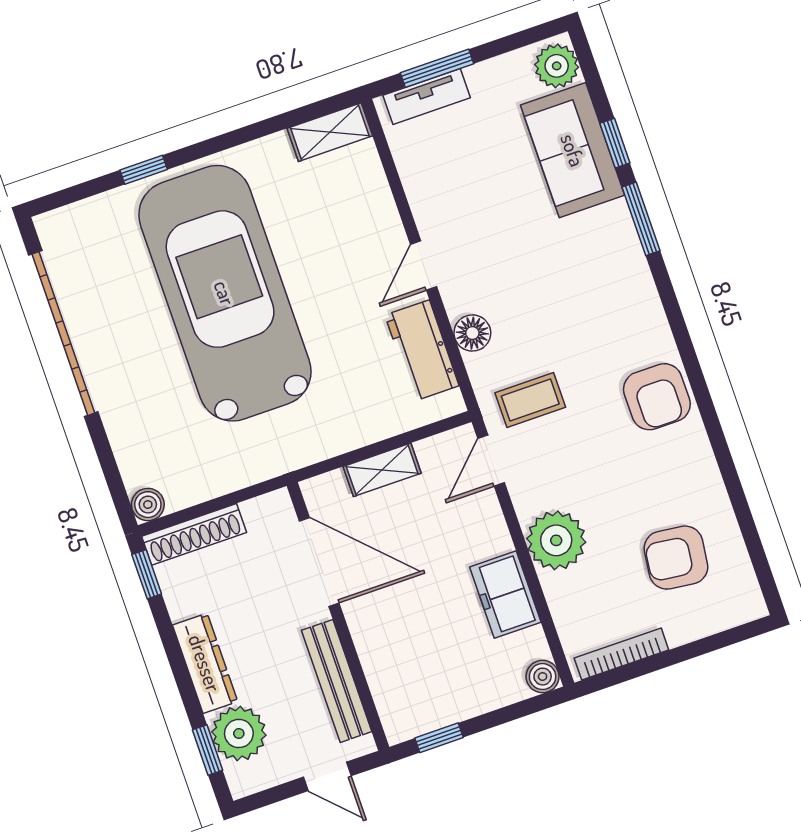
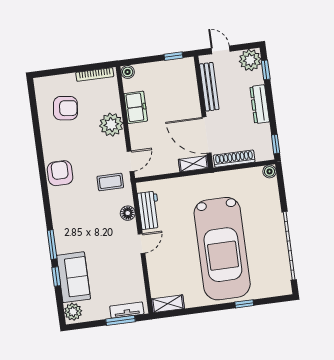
shelving: (382, 470) -> (194, 164), moved
shoe rack: (194, 534) -> (234, 159), moved
plant: (239, 733) -> (250, 60), moved

